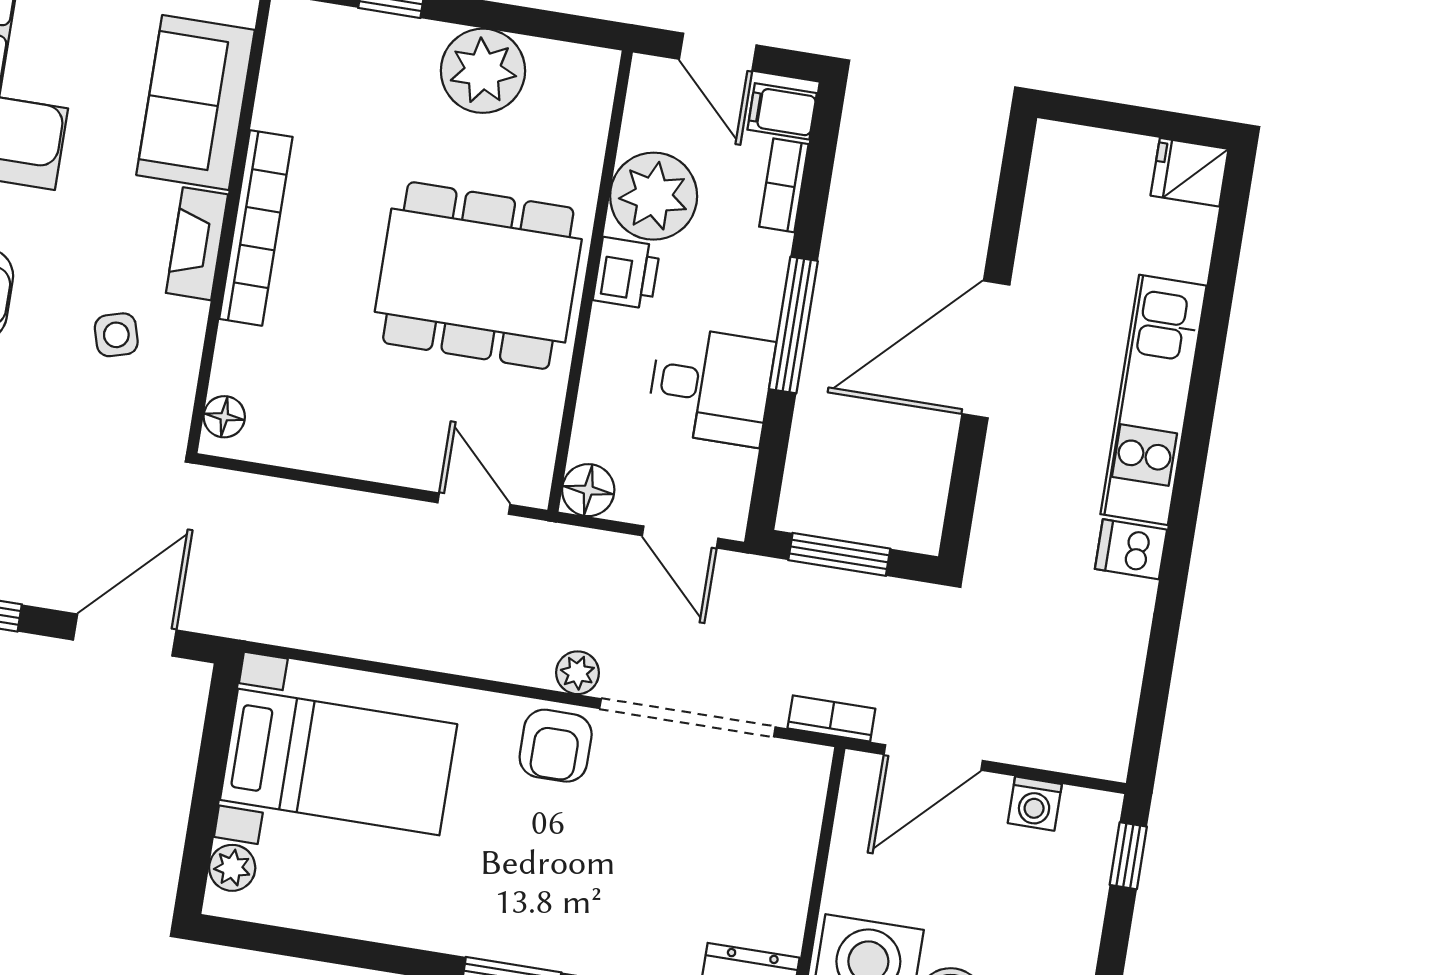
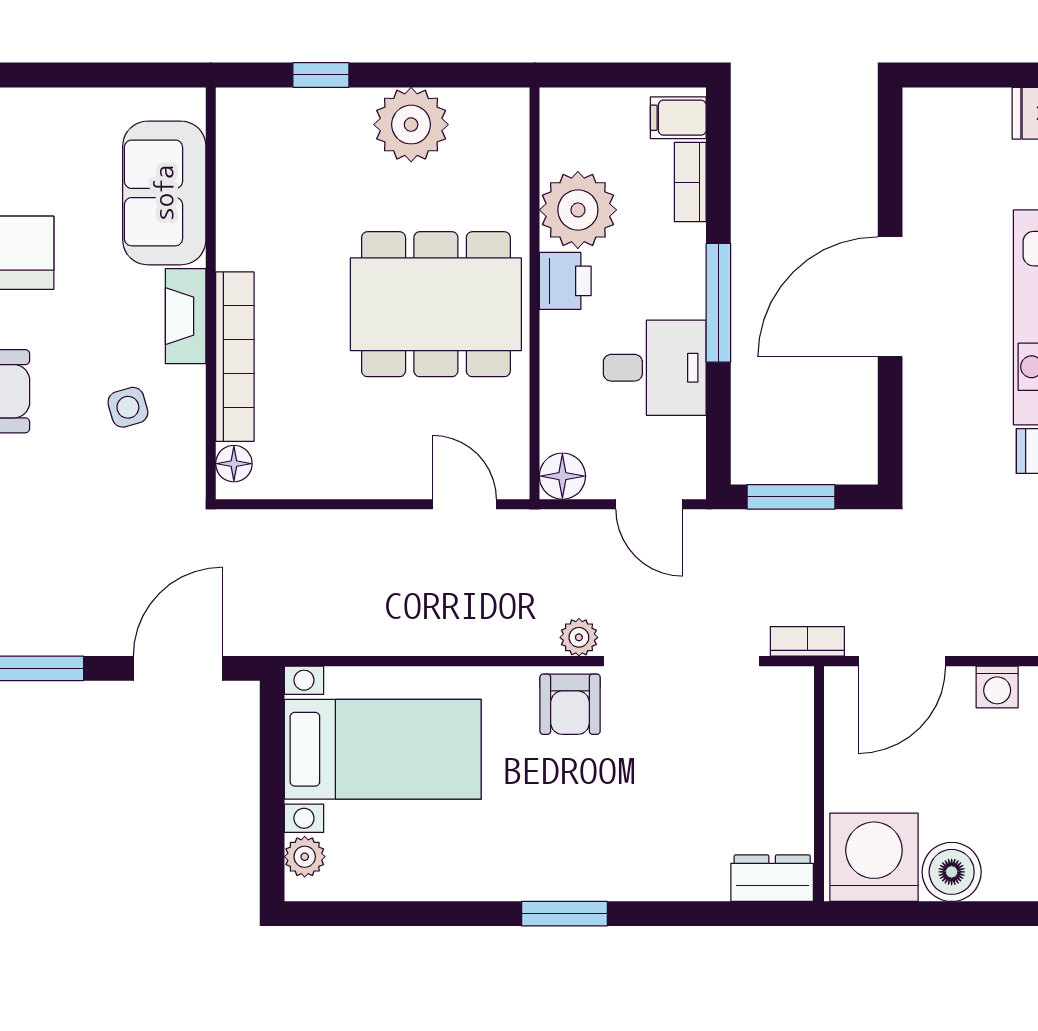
door: (718, 52) -> (614, 75), removed
bookcase: (256, 228) -> (235, 357), moved

